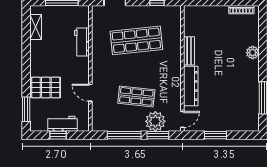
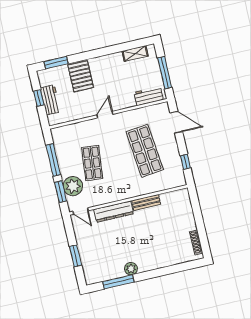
workbench: (82, 42) -> (149, 96), moved
plant: (253, 53) -> (131, 269), moved
door: (90, 93) -> (105, 115), moved
window: (216, 135) -> (76, 256), moved

